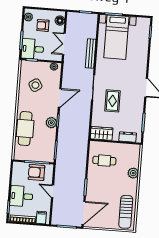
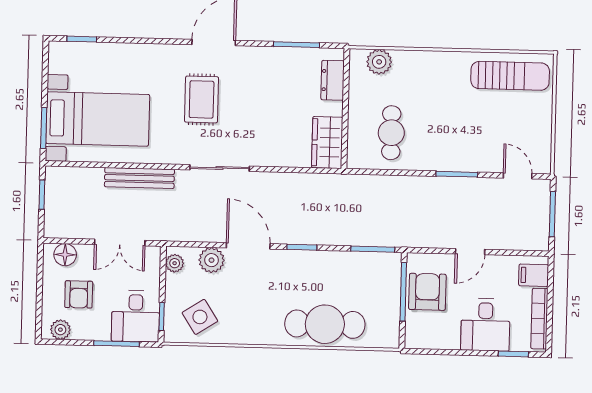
side table: (35, 85) -> (200, 317), moved
rug: (112, 101) -> (202, 99), moved, turned 90
plant: (51, 123) -> (212, 260), moved
armchair: (36, 172) -> (427, 292), turned 180
plant: (133, 173) -> (379, 62), moved
door: (83, 213) -> (518, 176), width x0.53

